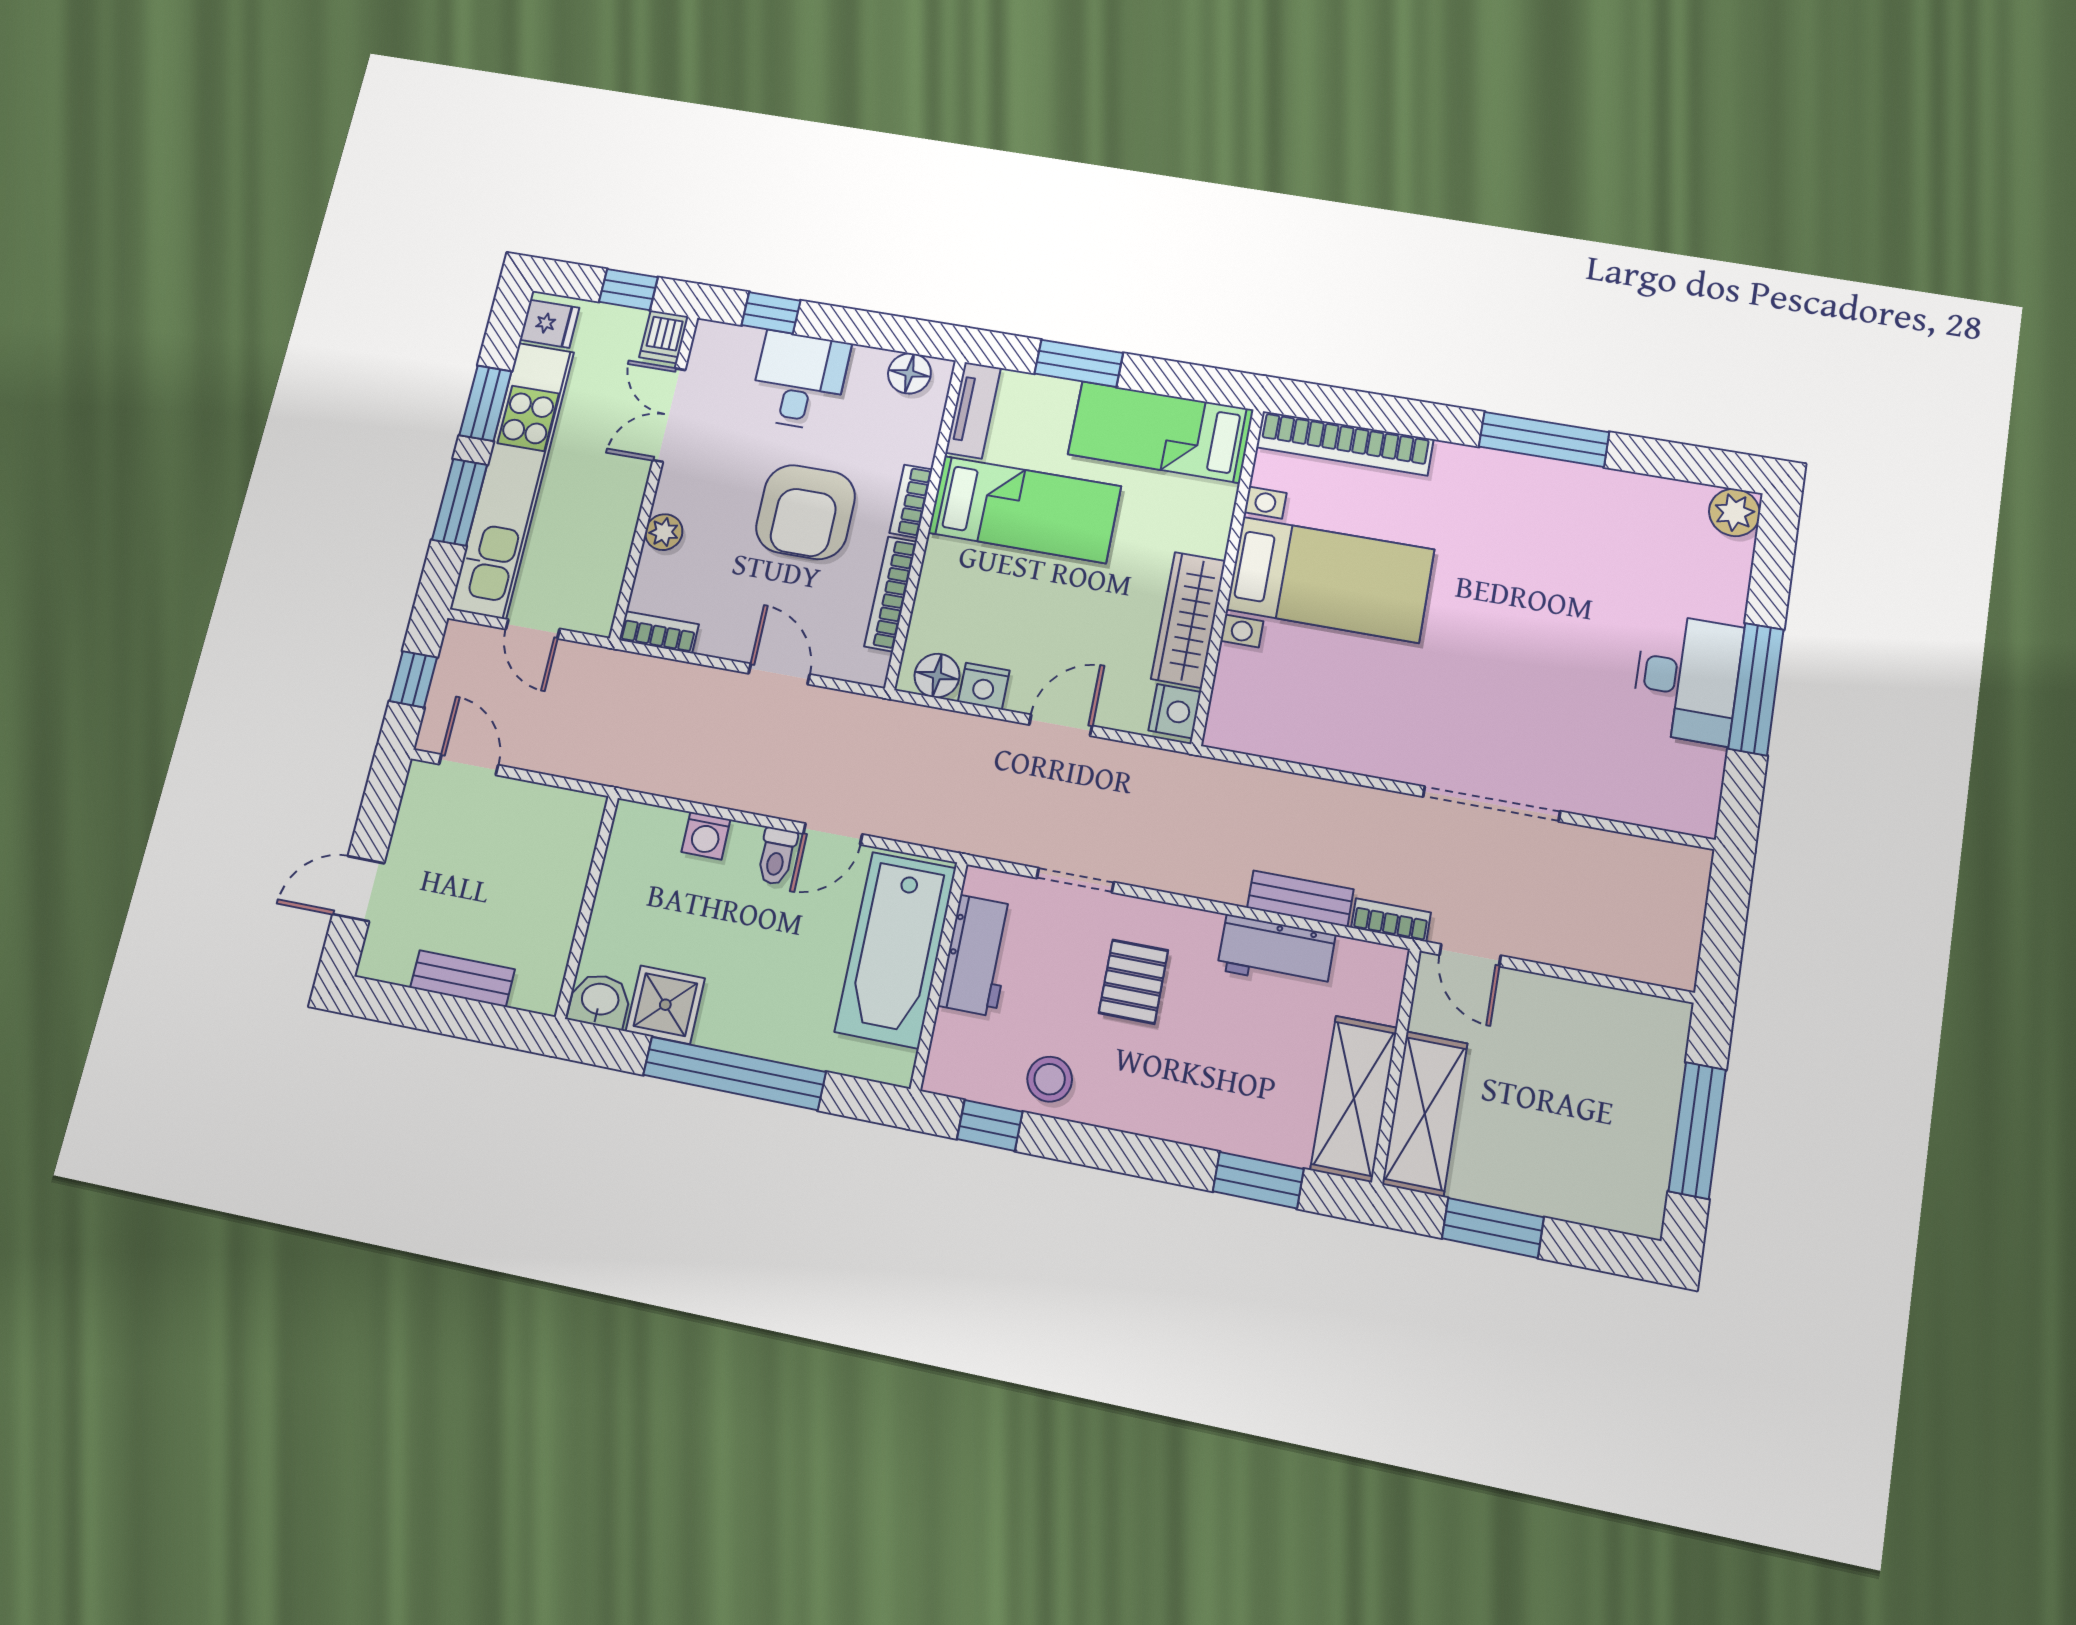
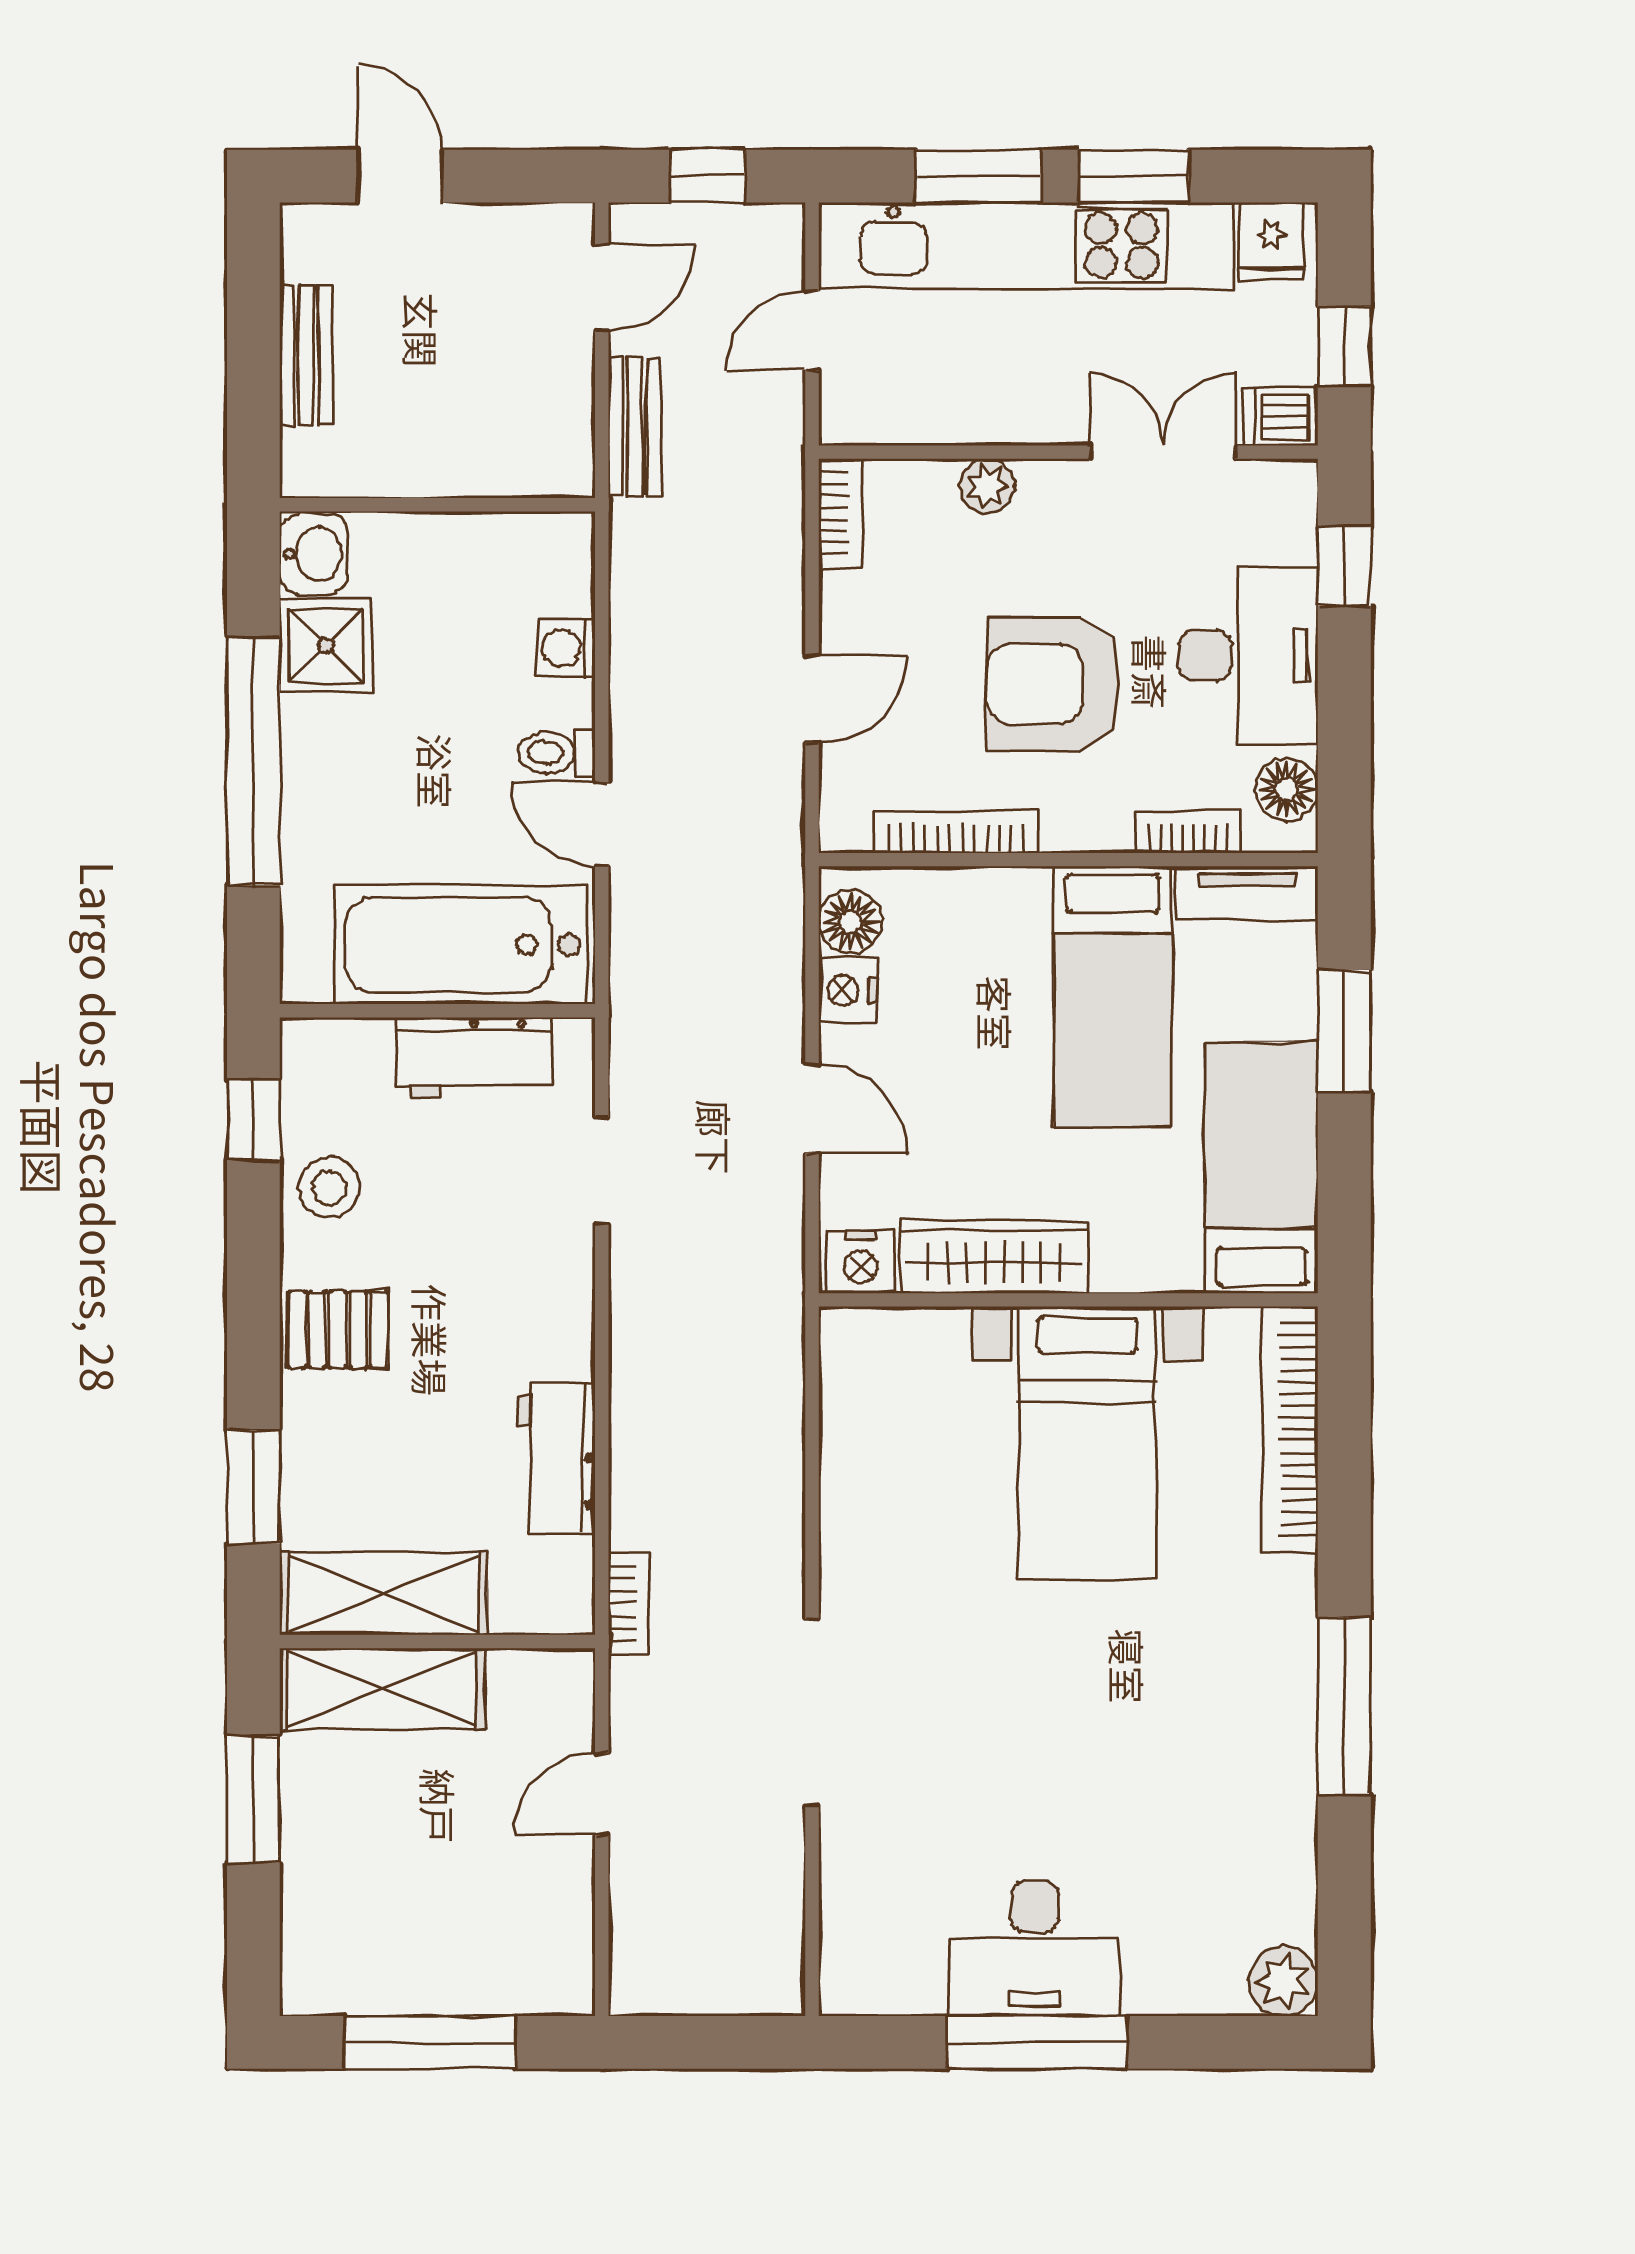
desk: (800, 380) -> (1248, 656), width x1.37
bookcase: (911, 501) -> (1188, 832), moved
bench: (1300, 899) -> (635, 427), moved
door: (1470, 955) -> (602, 1794), moved
pallet: (1133, 982) -> (338, 1329), moved

